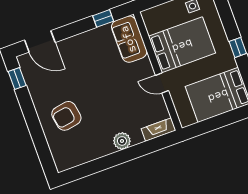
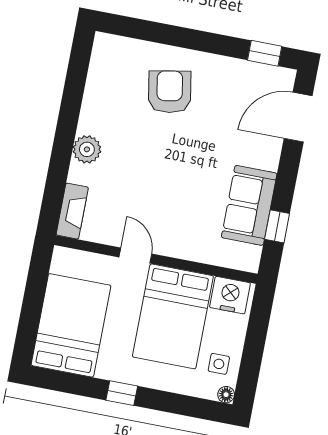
nightstand: (153, 22) -> (230, 295), added
sofa: (129, 39) -> (249, 205), moved, turned -90
door: (162, 83) -> (135, 255), hinge flipped

